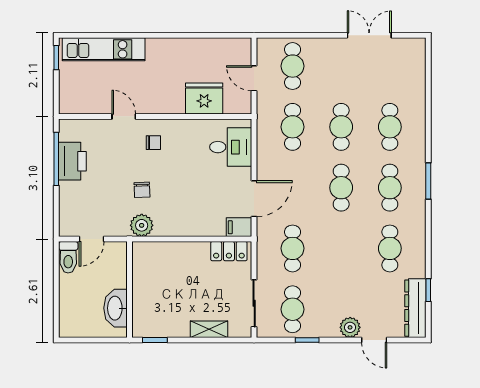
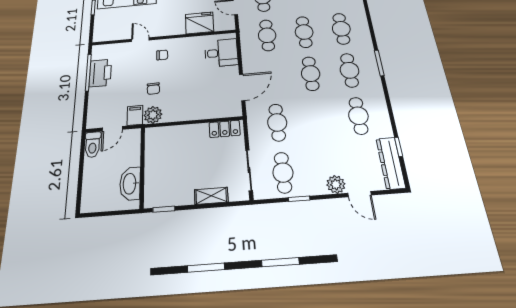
filing cabinet: (239, 227) -> (135, 115), moved, turned 90

